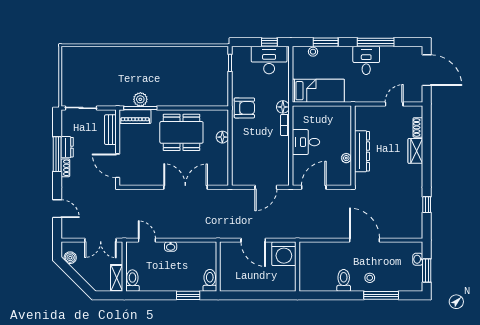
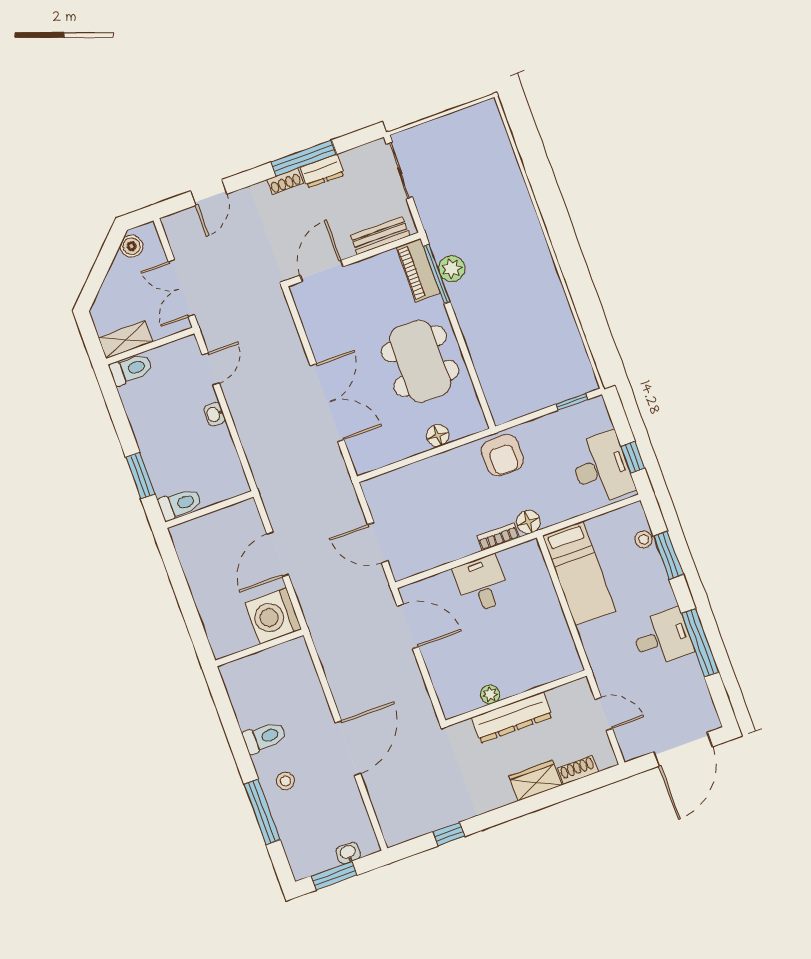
wall: (353, 146) -> (516, 698), moved
dresser: (362, 151) -> (512, 717), moved
plant: (346, 158) -> (490, 694), moved

